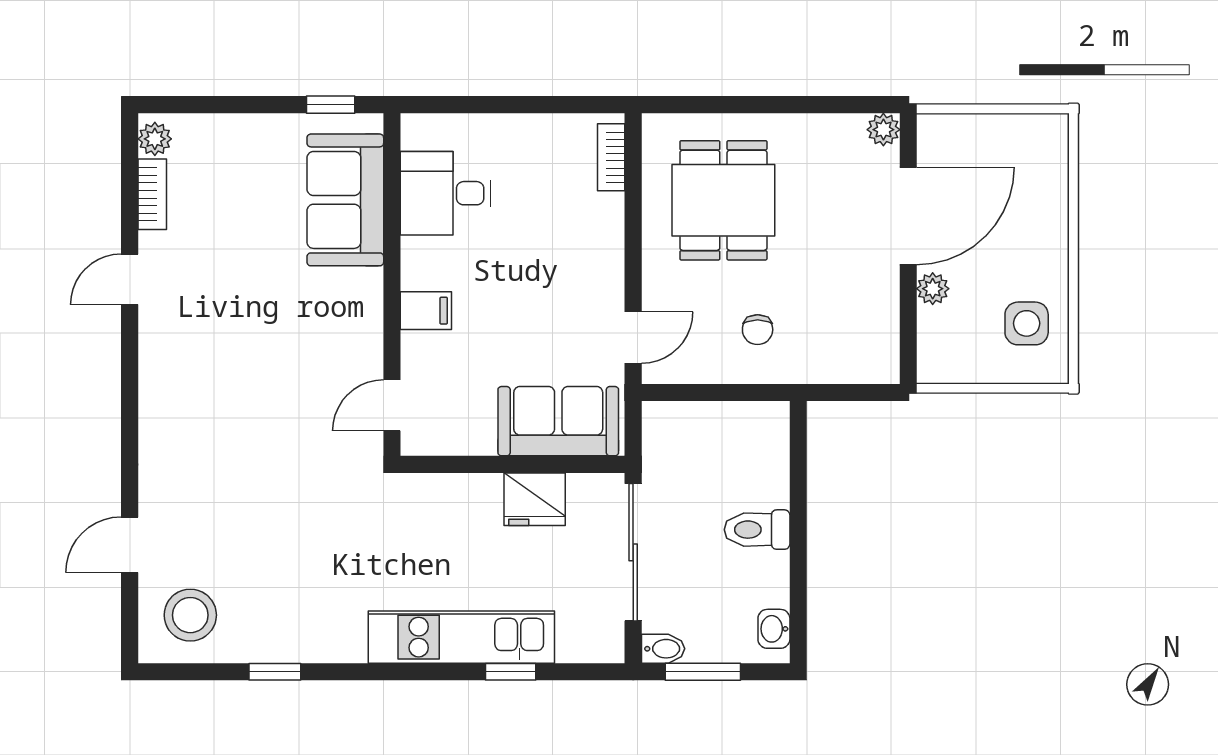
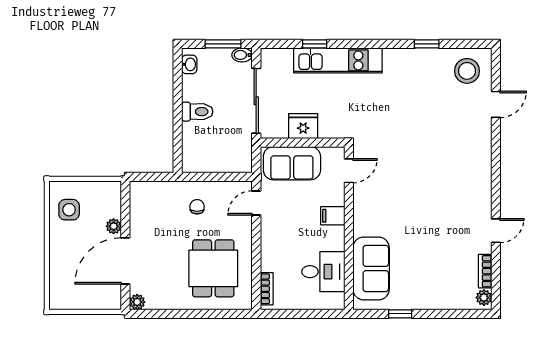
desk: (446, 193) -> (323, 272), moved
sofa: (345, 200) -> (371, 268), moved
wall: (392, 285) -> (349, 228), moved
filing cabinet: (426, 311) -> (333, 216), moved
door: (392, 405) -> (349, 171), moved

